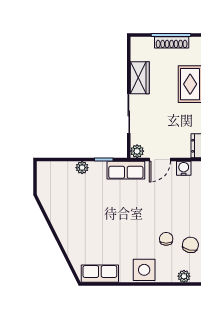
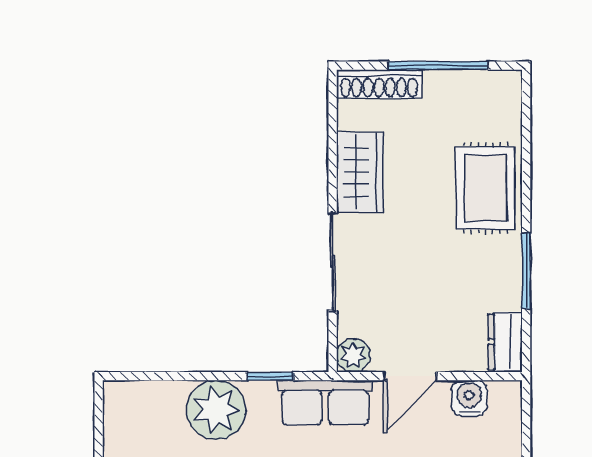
shoe rack: (172, 42) -> (379, 84), moved
plant: (82, 168) -> (216, 410), width x1.88, depth x1.88

